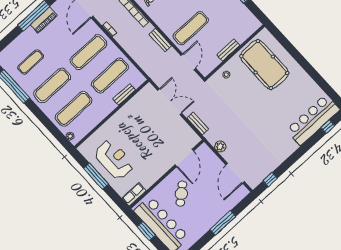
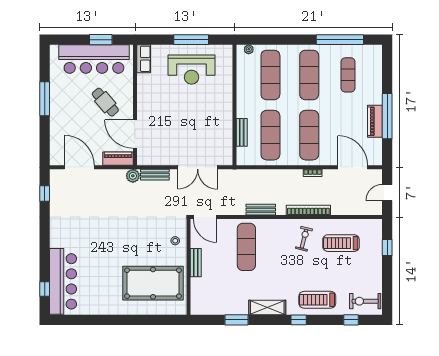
door: (188, 62) -> (205, 217), moved
plant: (220, 146) -> (133, 176), moved
piano: (208, 155) -> (118, 159), added
window: (223, 223) -> (45, 99), moved

